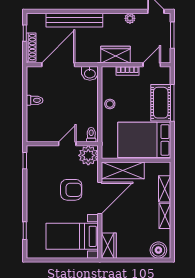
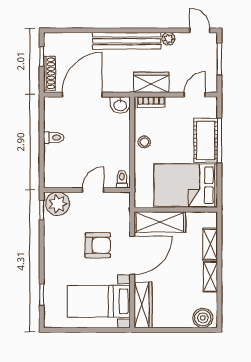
bench: (74, 20) -> (127, 41), moved
bookcase: (127, 71) -> (151, 102), moved
plant: (88, 155) -> (58, 204), moved
wardrobe: (109, 246) -> (143, 305), width x1.50

